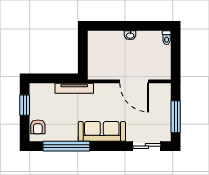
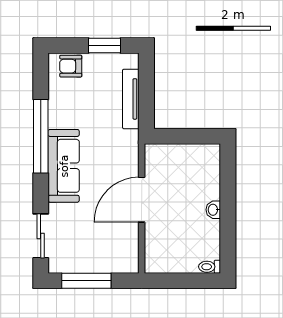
door: (134, 81) -> (142, 200), moved
tv unit: (74, 88) -> (131, 99), moved
window: (66, 146) -> (41, 136), moved

